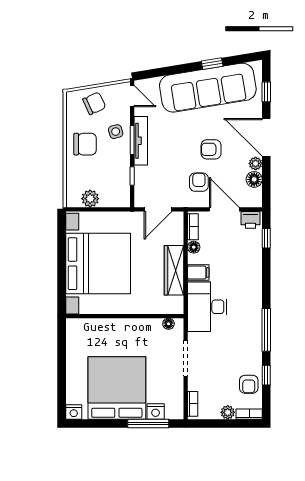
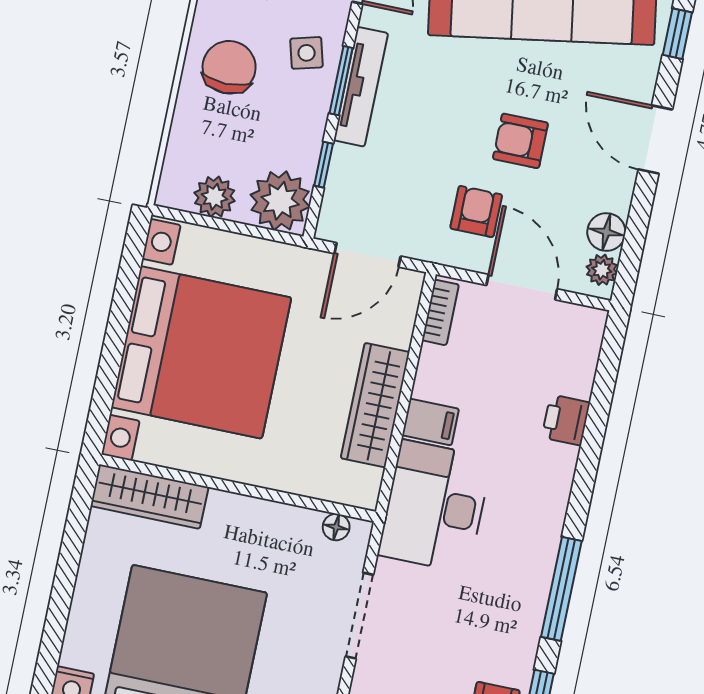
door: (266, 137) -> (655, 139), width x0.73
chair: (85, 144) -> (229, 67), turned -90
plant: (256, 163) -> (602, 270), moved
plant: (117, 195) -> (280, 201), added
printer: (250, 220) -> (566, 420), moved, turned 90
window: (266, 238) -> (606, 375), removed
floor lamp: (194, 247) -> (432, 361), removed
wardrobe: (89, 327) -> (149, 496), added

